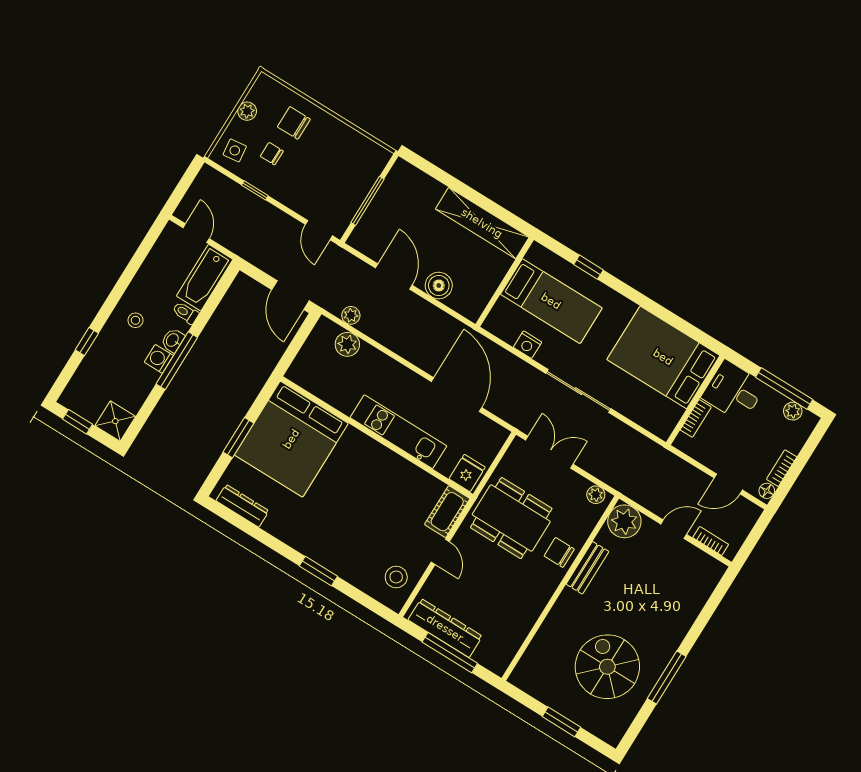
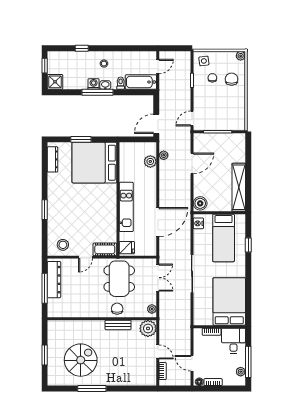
plant: (247, 111) -> (241, 56), moved
boiler: (439, 286) -> (200, 203), moved
nightstand: (528, 345) -> (198, 223), moved

